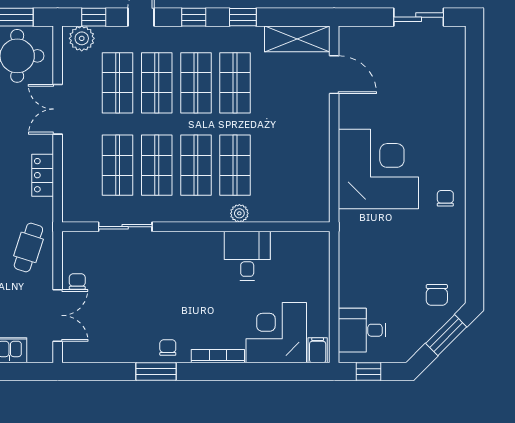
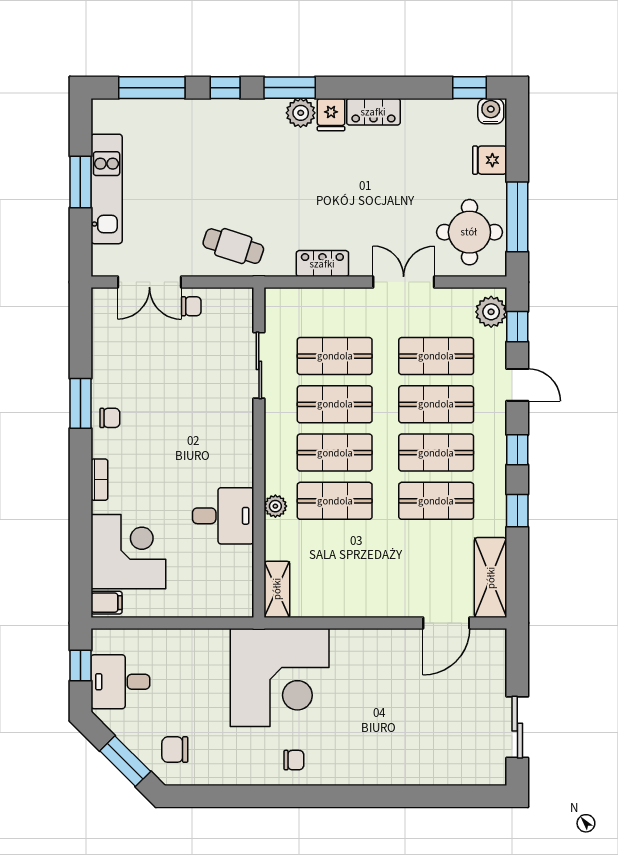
corner desk: (378, 169) -> (280, 678), moved
shelving: (307, 212) -> (277, 589), added
desk: (362, 330) -> (120, 682), moved, turned -90
bookcase: (218, 356) -> (99, 480), width x0.64

